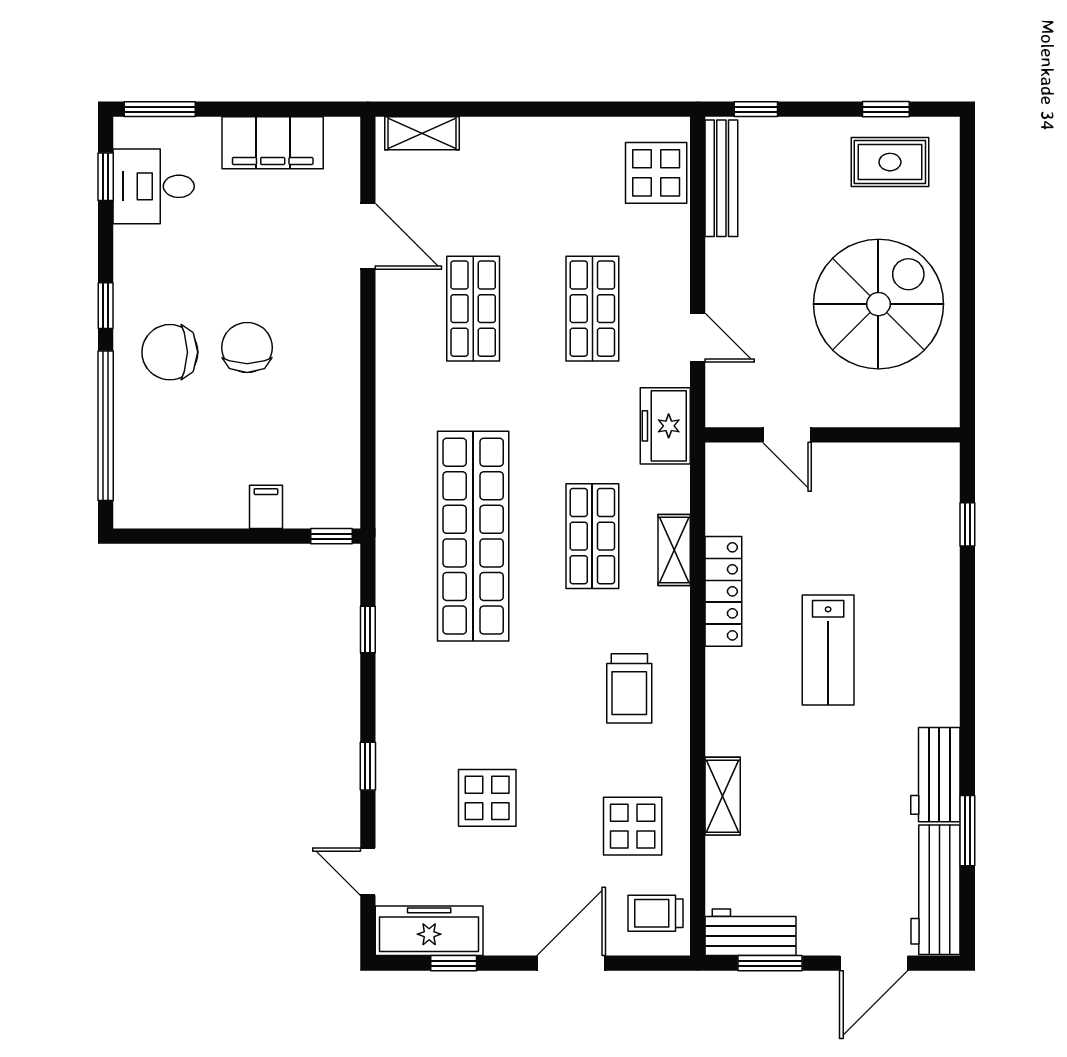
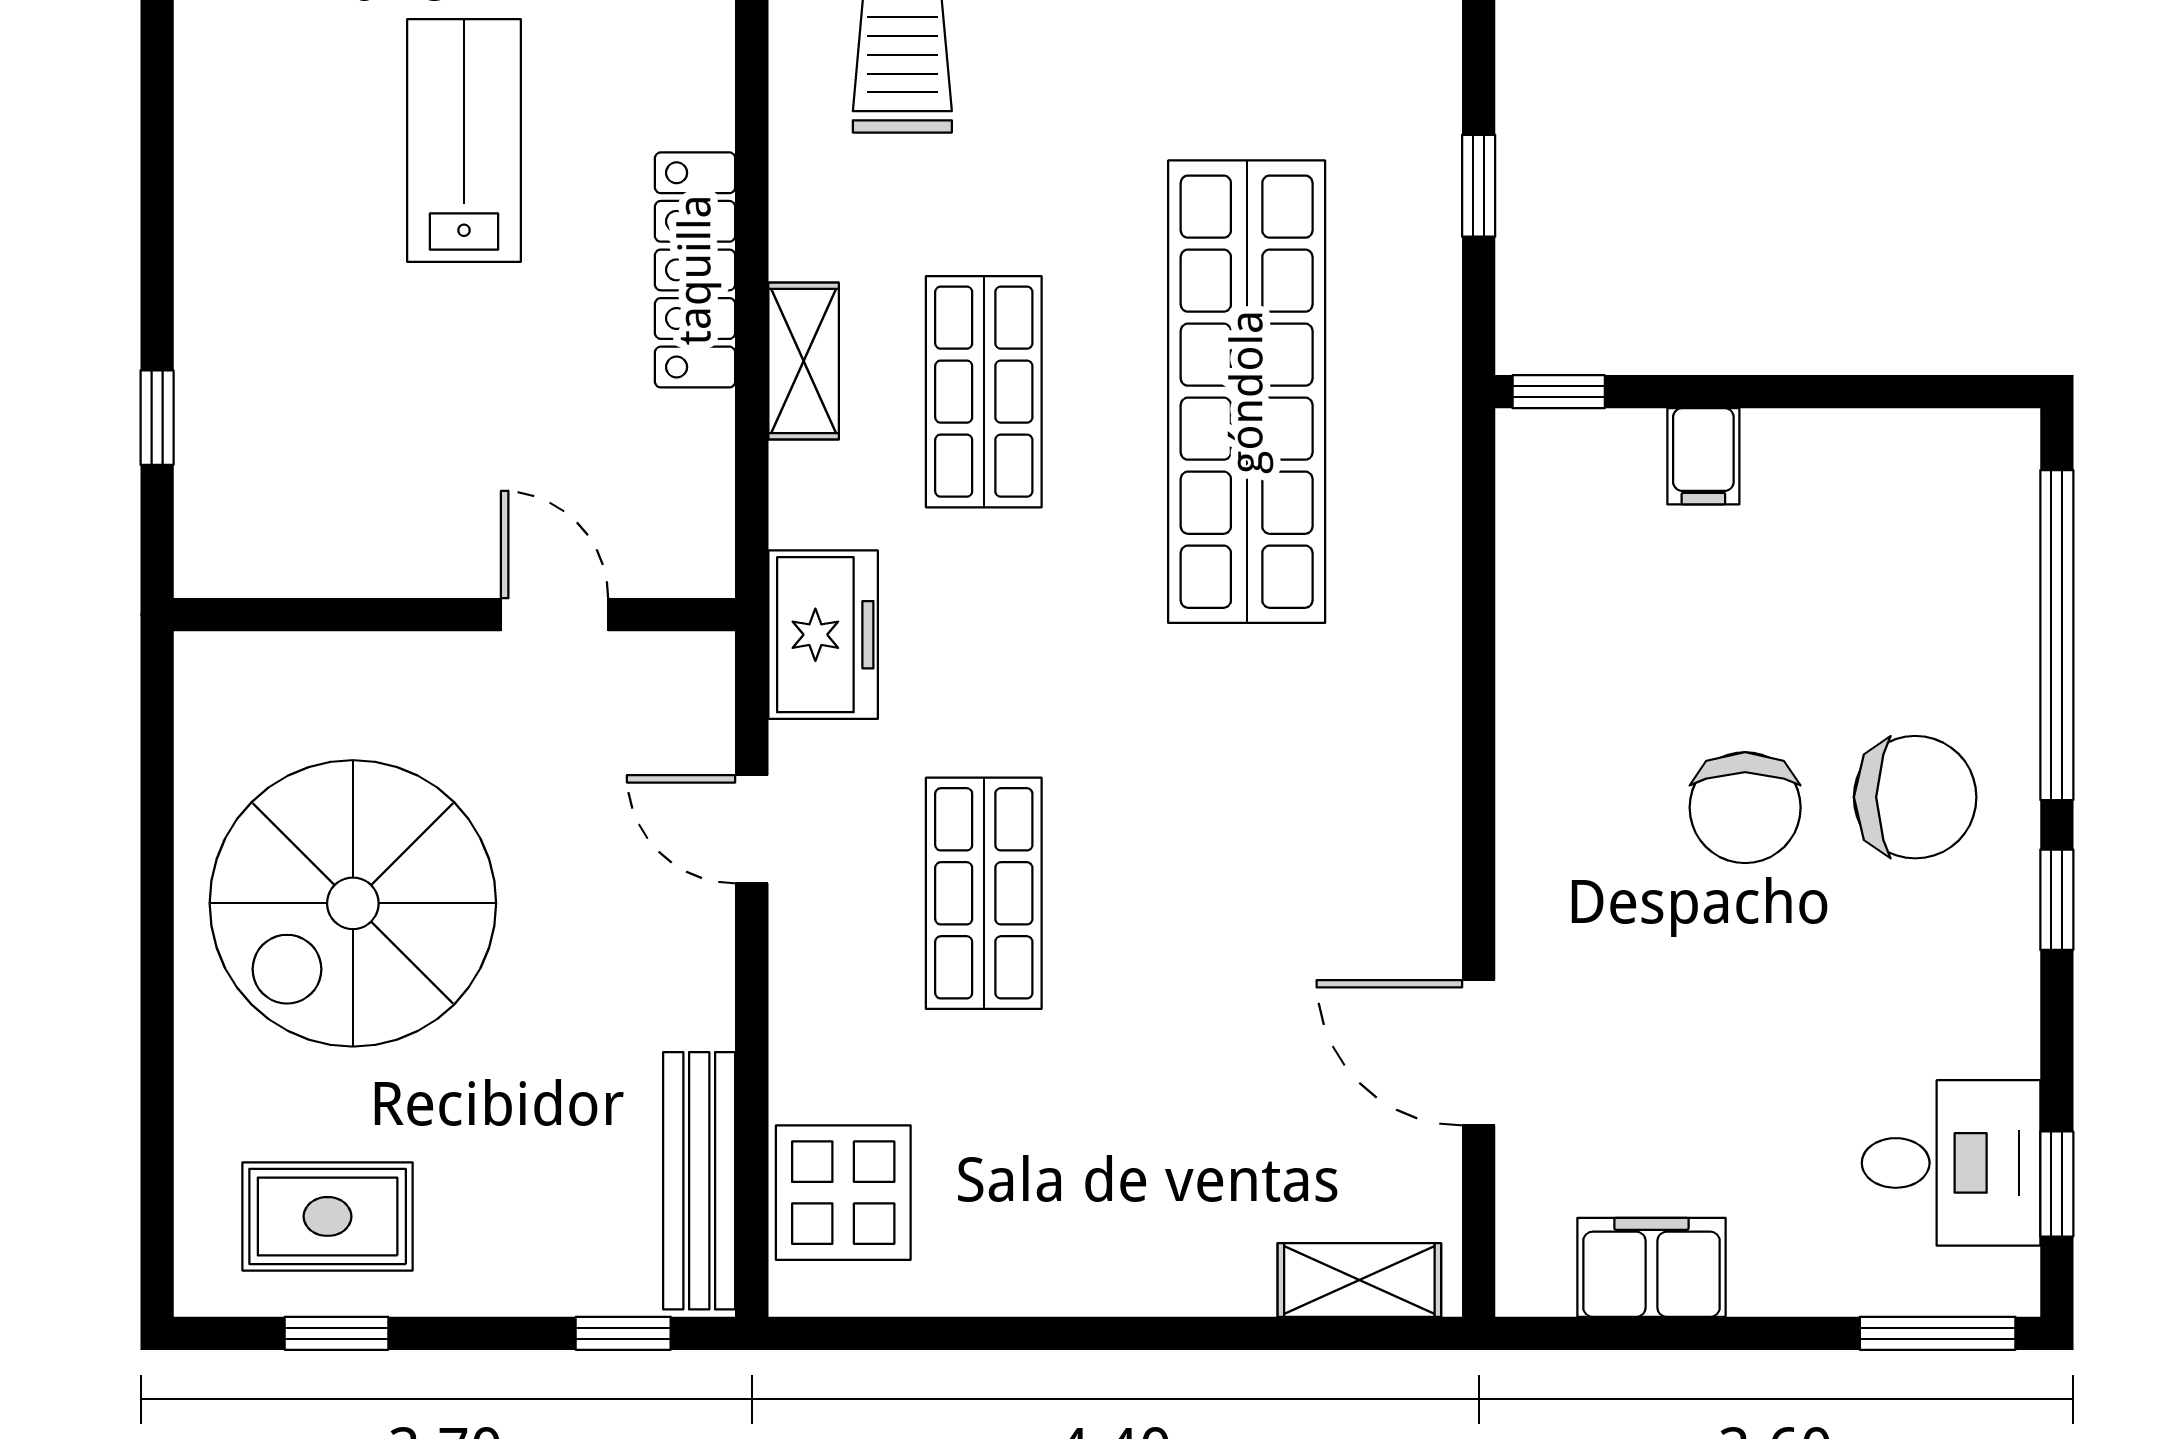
filing cabinet: (273, 143) -> (1652, 1267), width x0.67, depth x0.86
shop shelf: (473, 309) -> (1247, 893), removed

